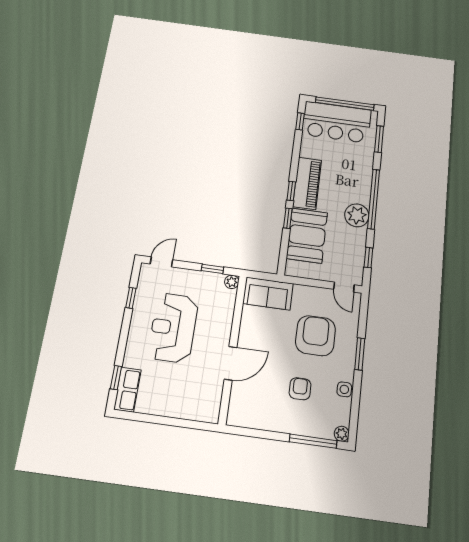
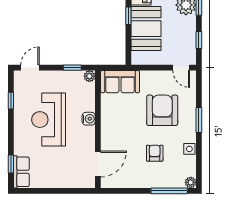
water cooler: (223, 334) -> (89, 119), added
door: (231, 363) -> (98, 164), moved

